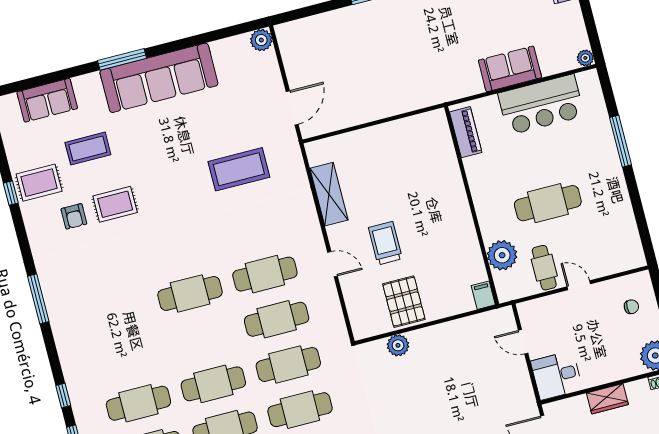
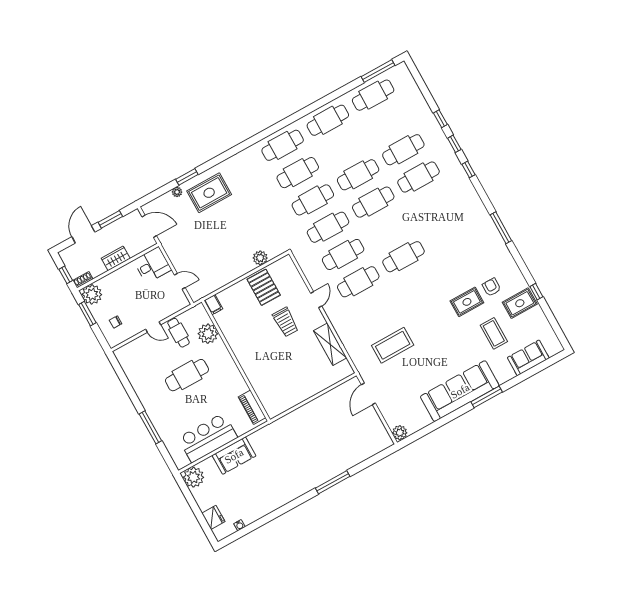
plant: (585, 58) -> (194, 477), width x1.88, depth x1.88
coffee table: (88, 149) -> (494, 333), turned 90
door: (333, 264) -> (316, 300), swing flipped

